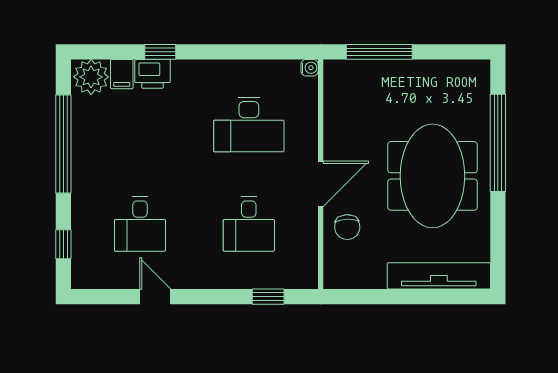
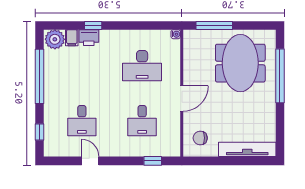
meeting table: (432, 176) -> (240, 63), moved
chair: (347, 227) -> (200, 138), moved, turned 93

